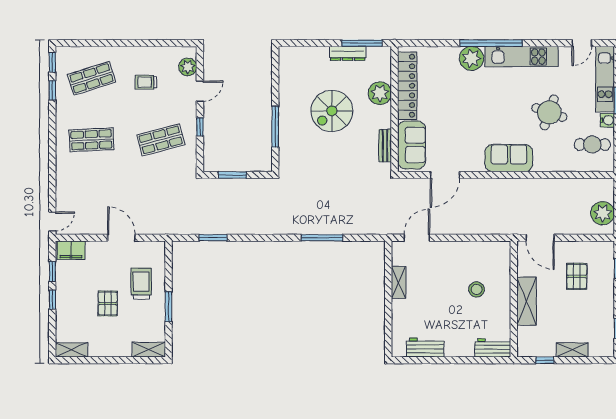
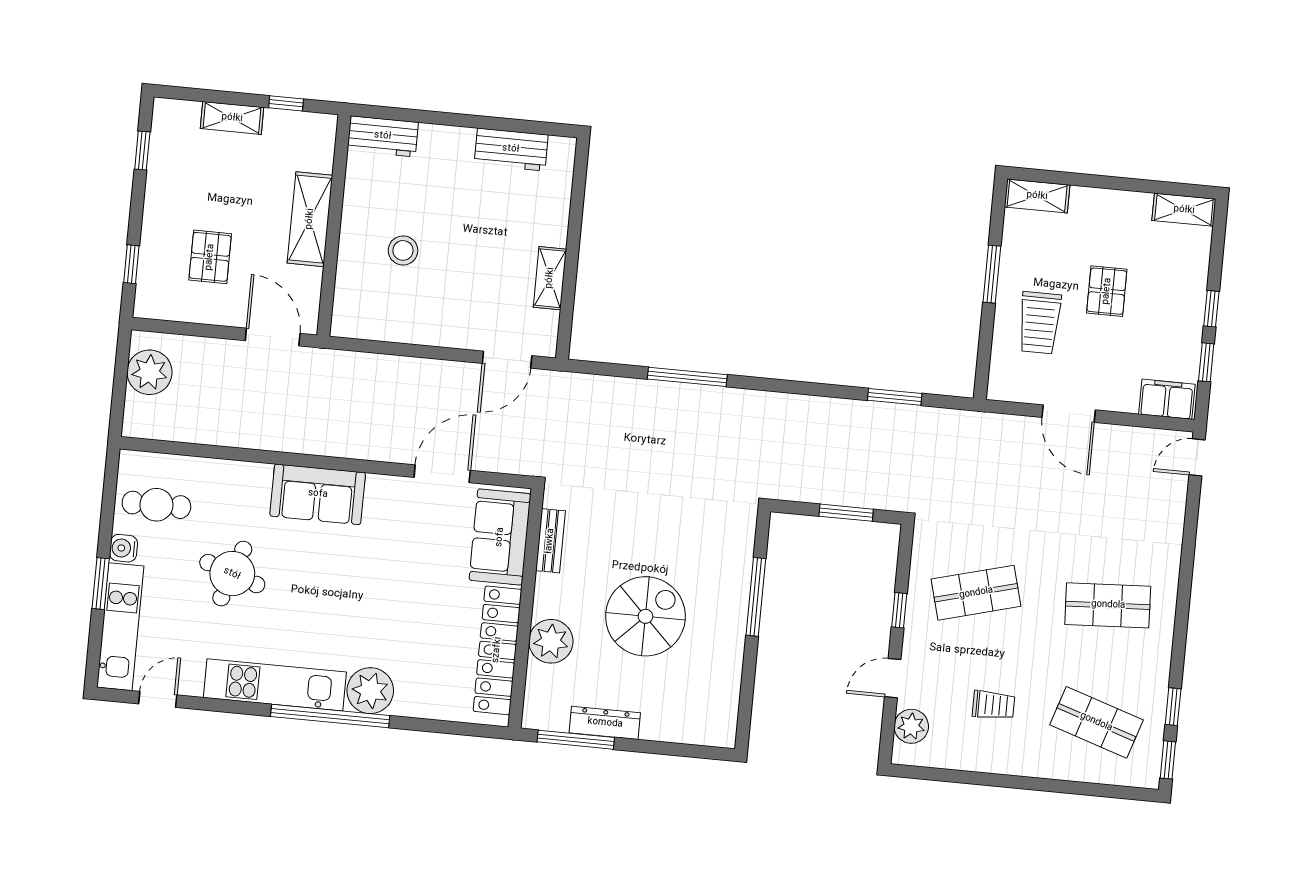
shop shelf: (91, 78) -> (1096, 722), turned 36

